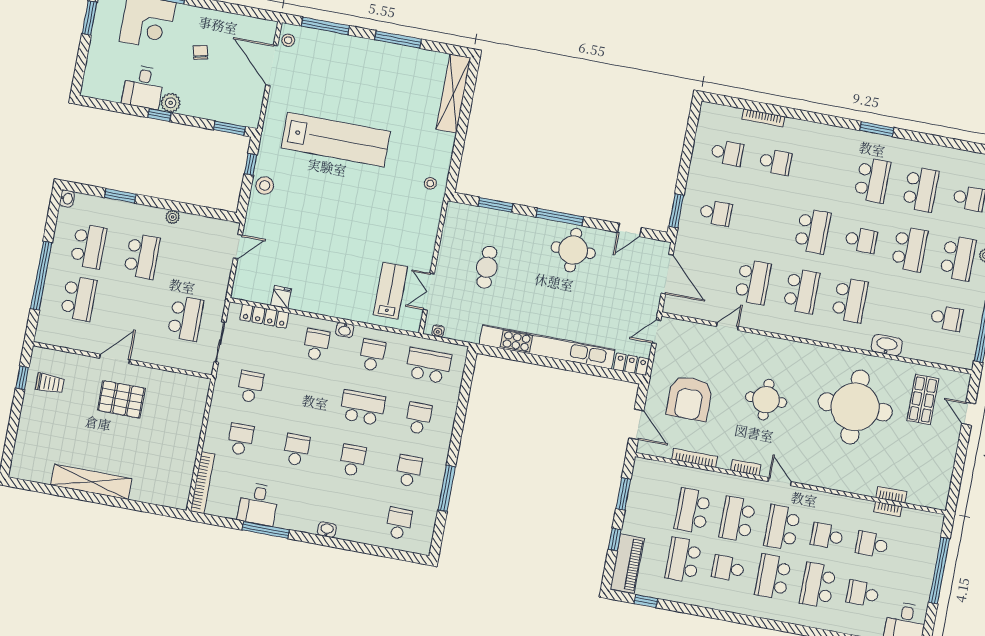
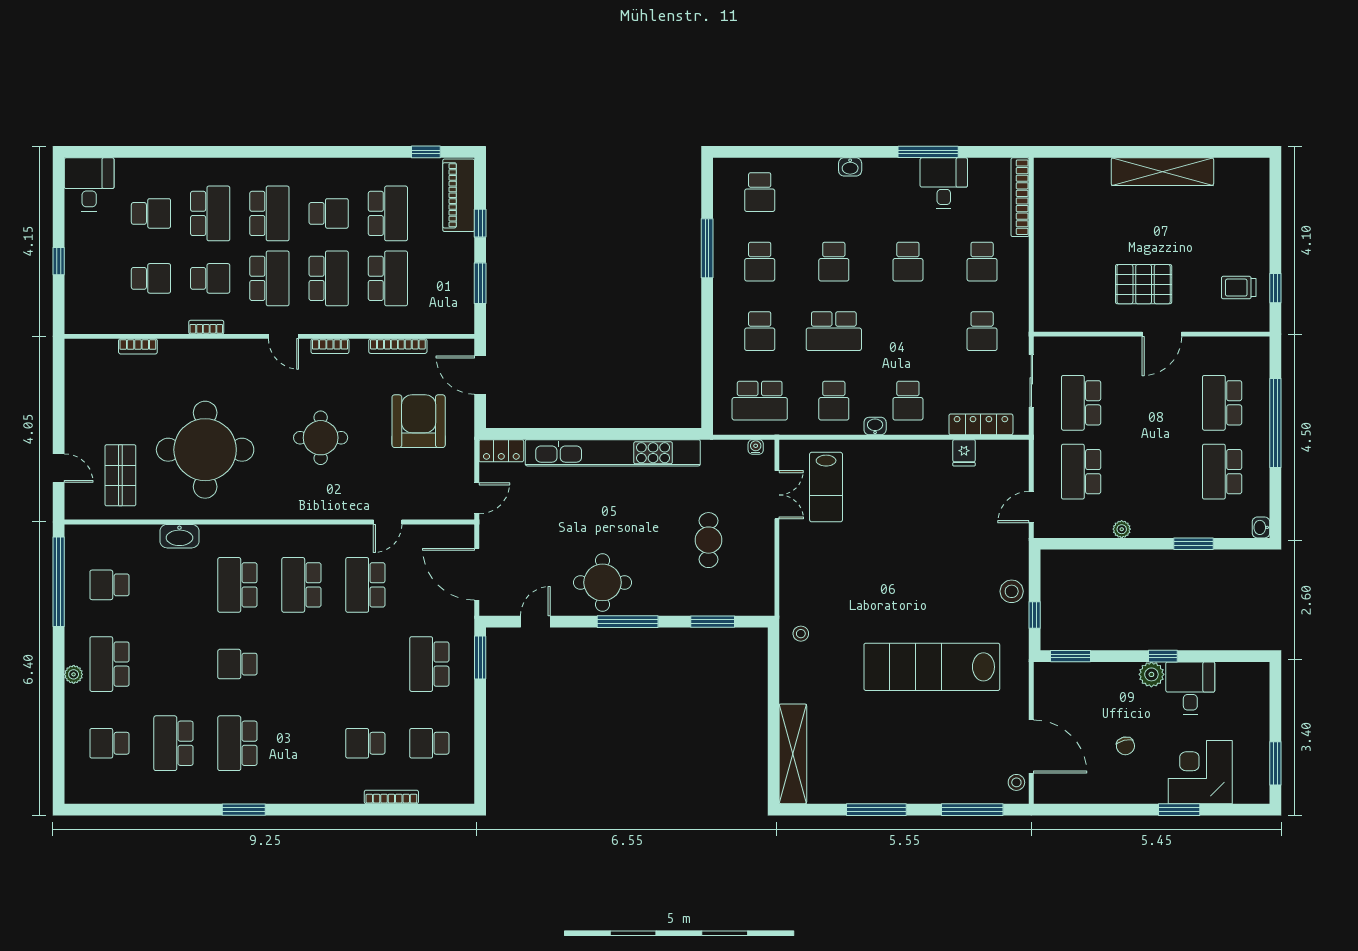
school desk: (716, 213) -> (429, 664), width x1.85
school desk: (813, 231) -> (301, 664), removed
school desk: (909, 249) -> (173, 664), removed
school desk: (142, 256) -> (1081, 472), moved
bookcase: (888, 509) -> (206, 327), moved
window: (939, 570) -> (59, 261), width x0.32

